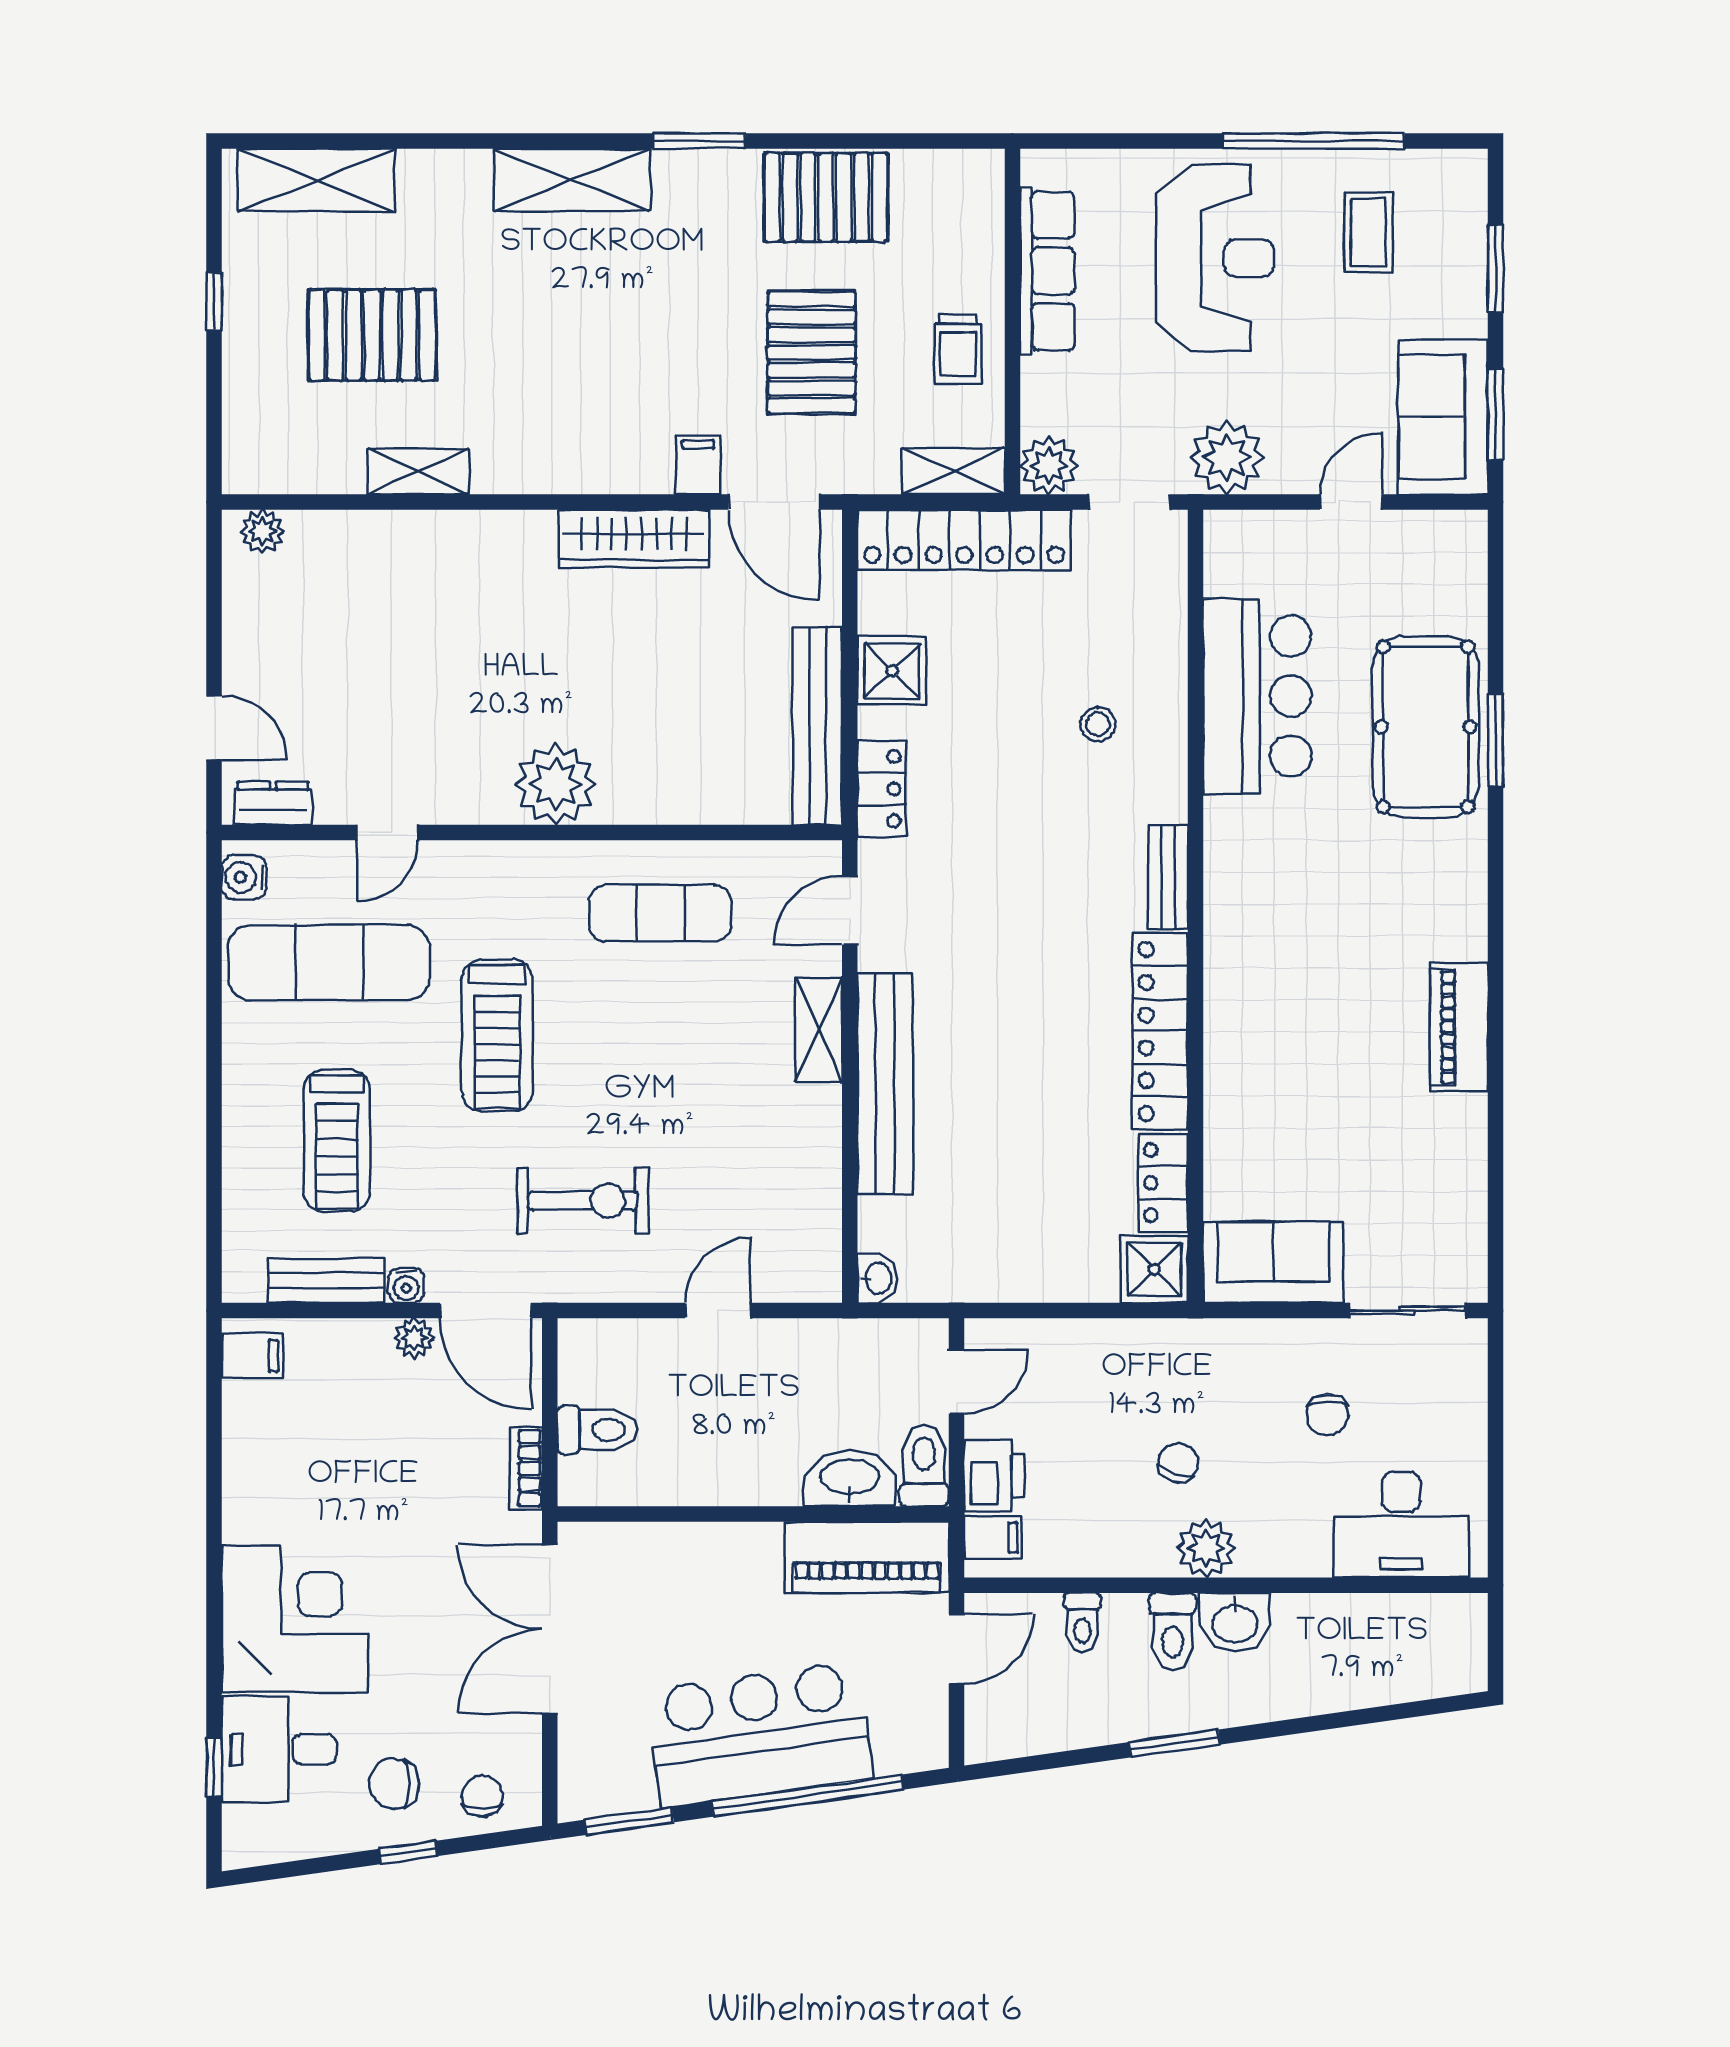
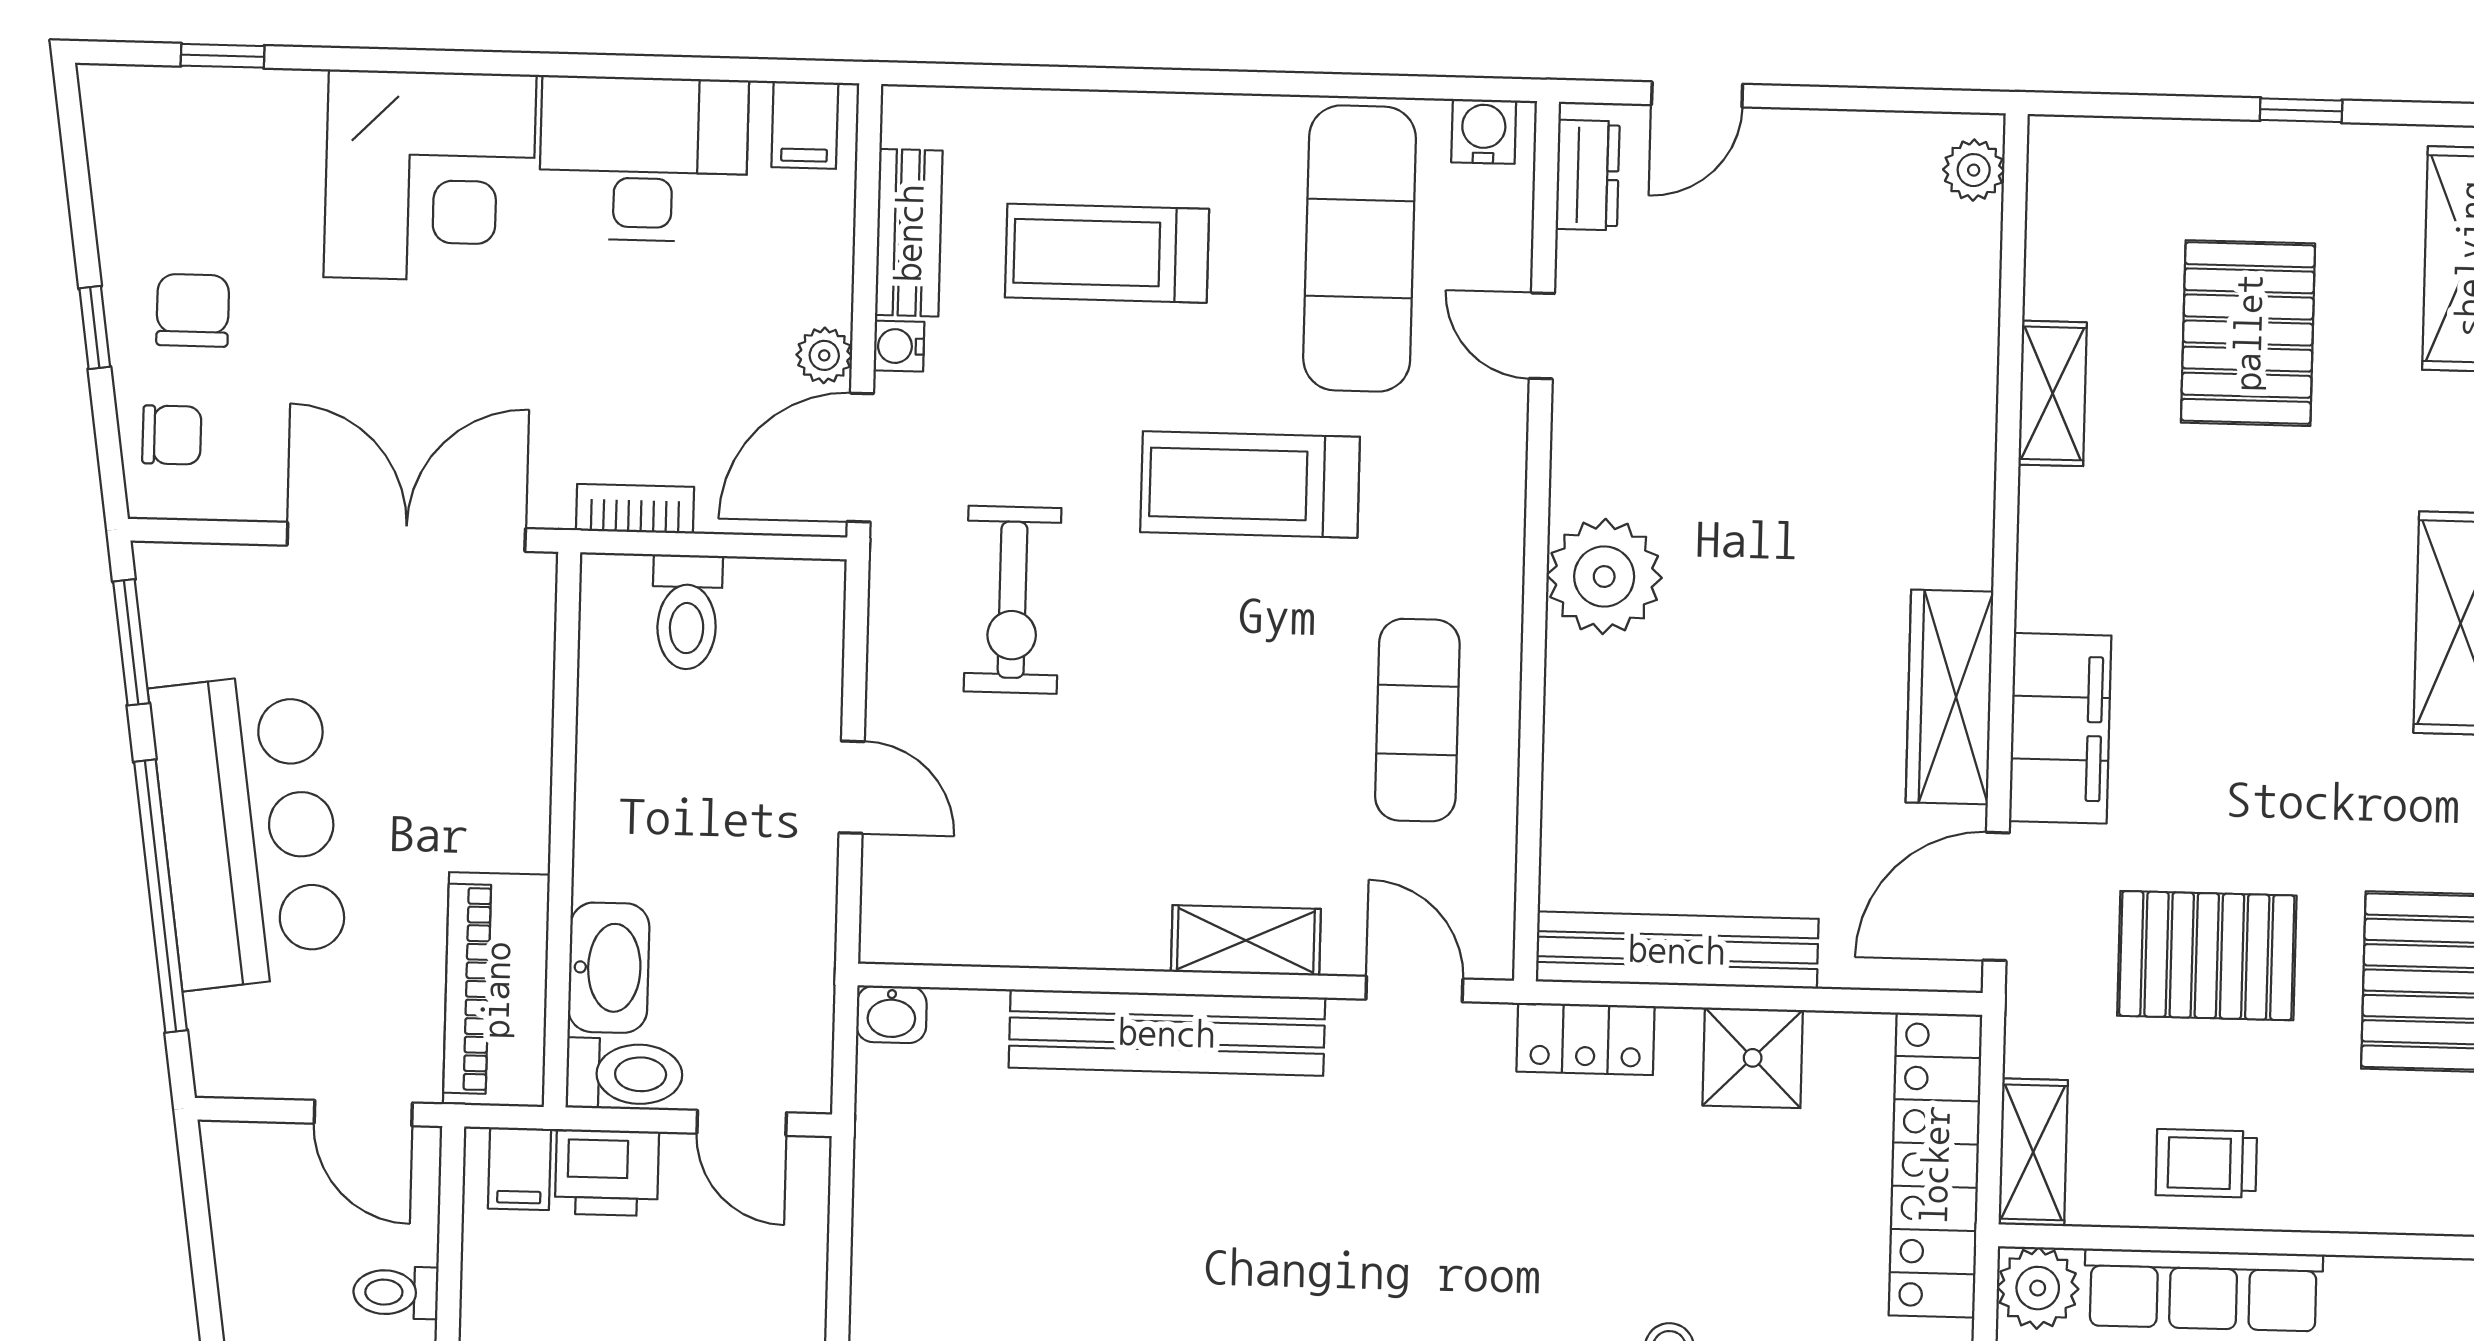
row of seats: (1047, 271) -> (2203, 1290), moved
filing cabinet: (698, 465) -> (2060, 728), width x3.00, depth x1.17
desk: (279, 1750) -> (644, 159), moved, width x1.37

